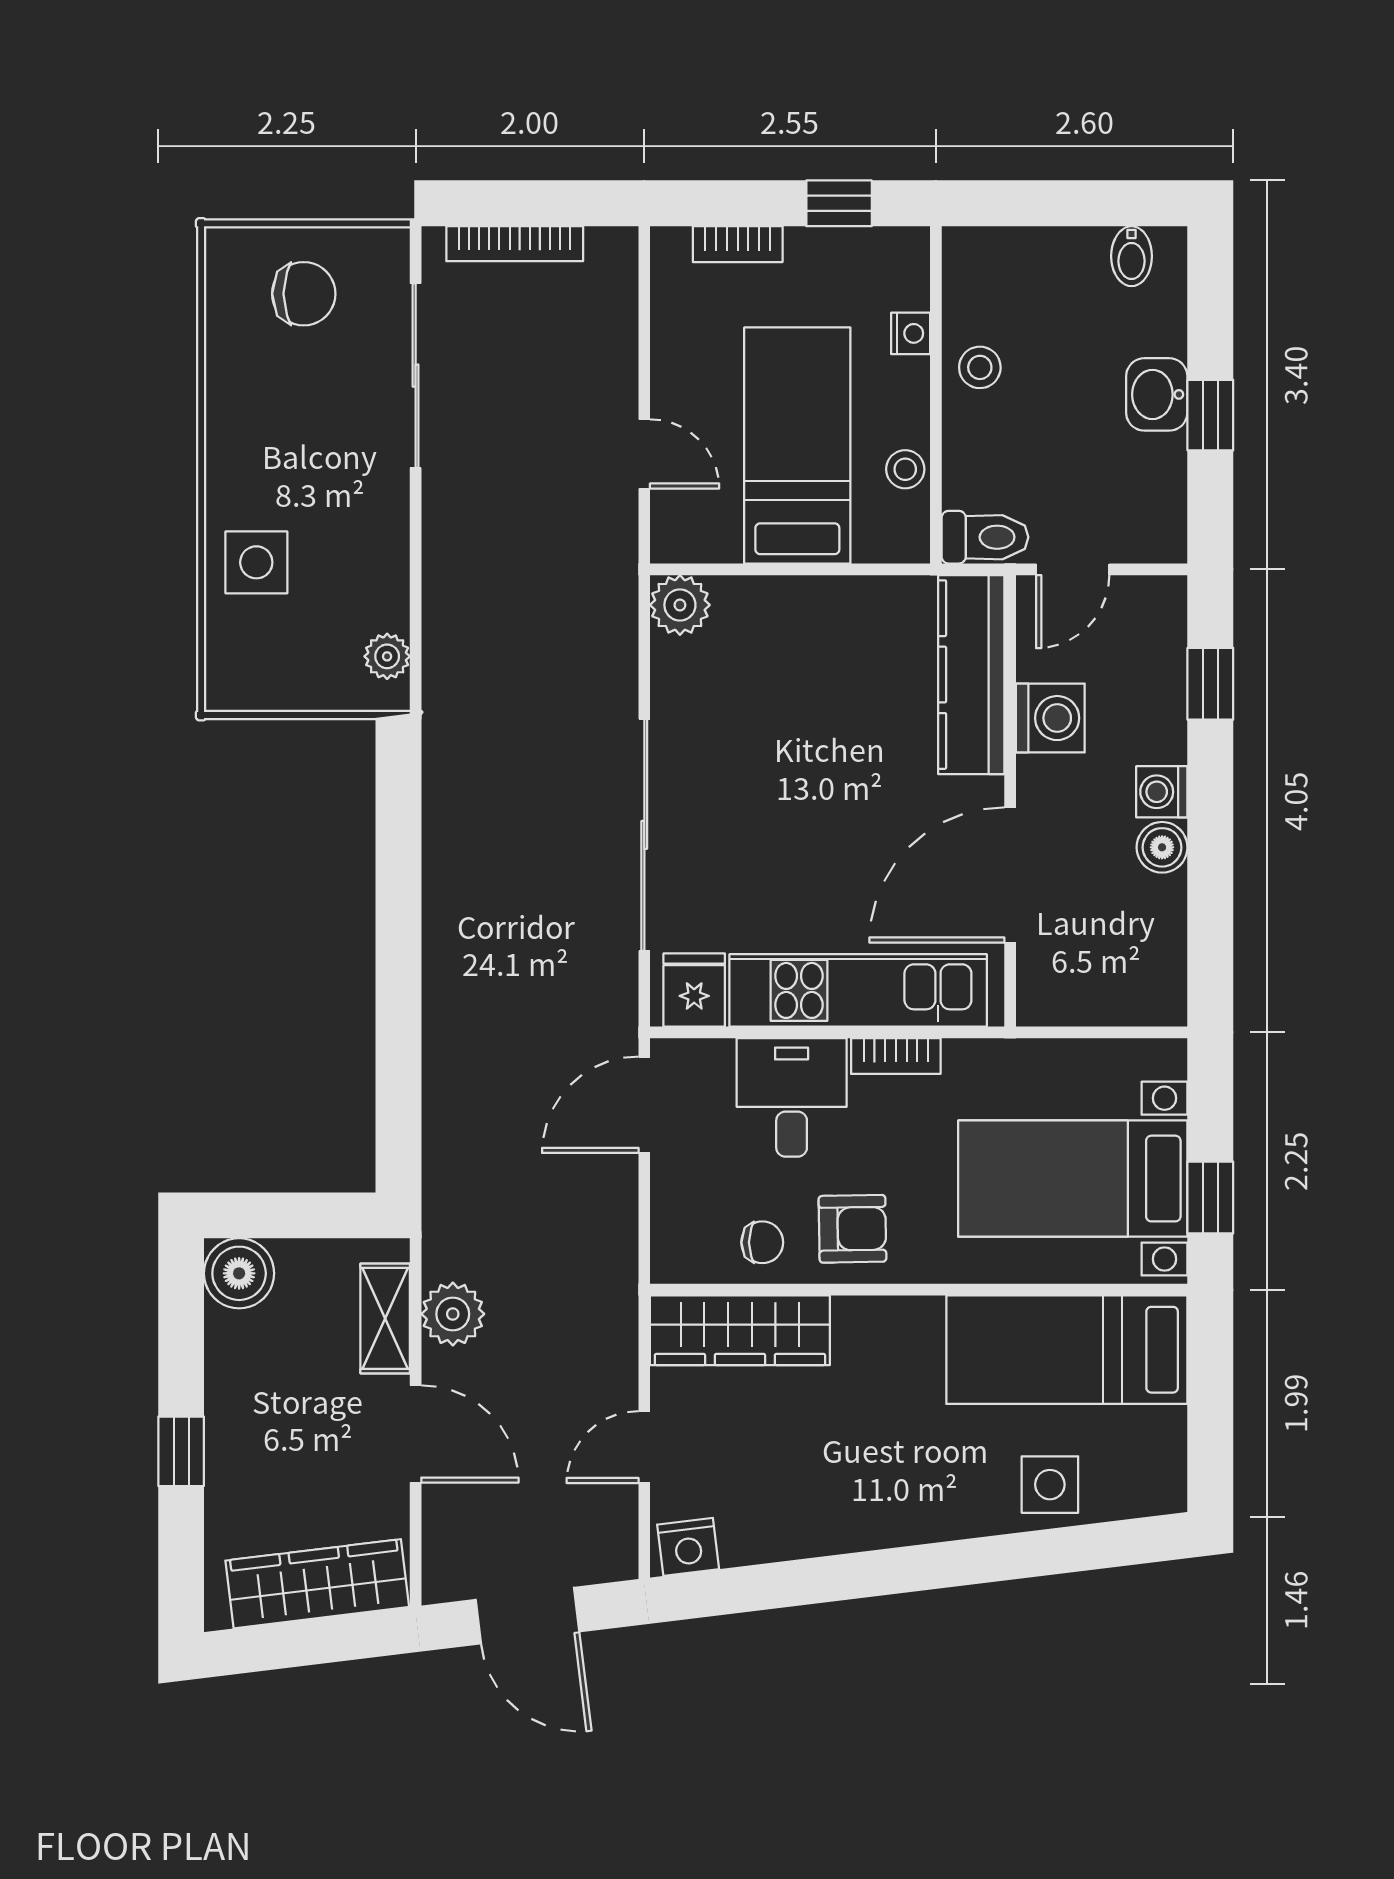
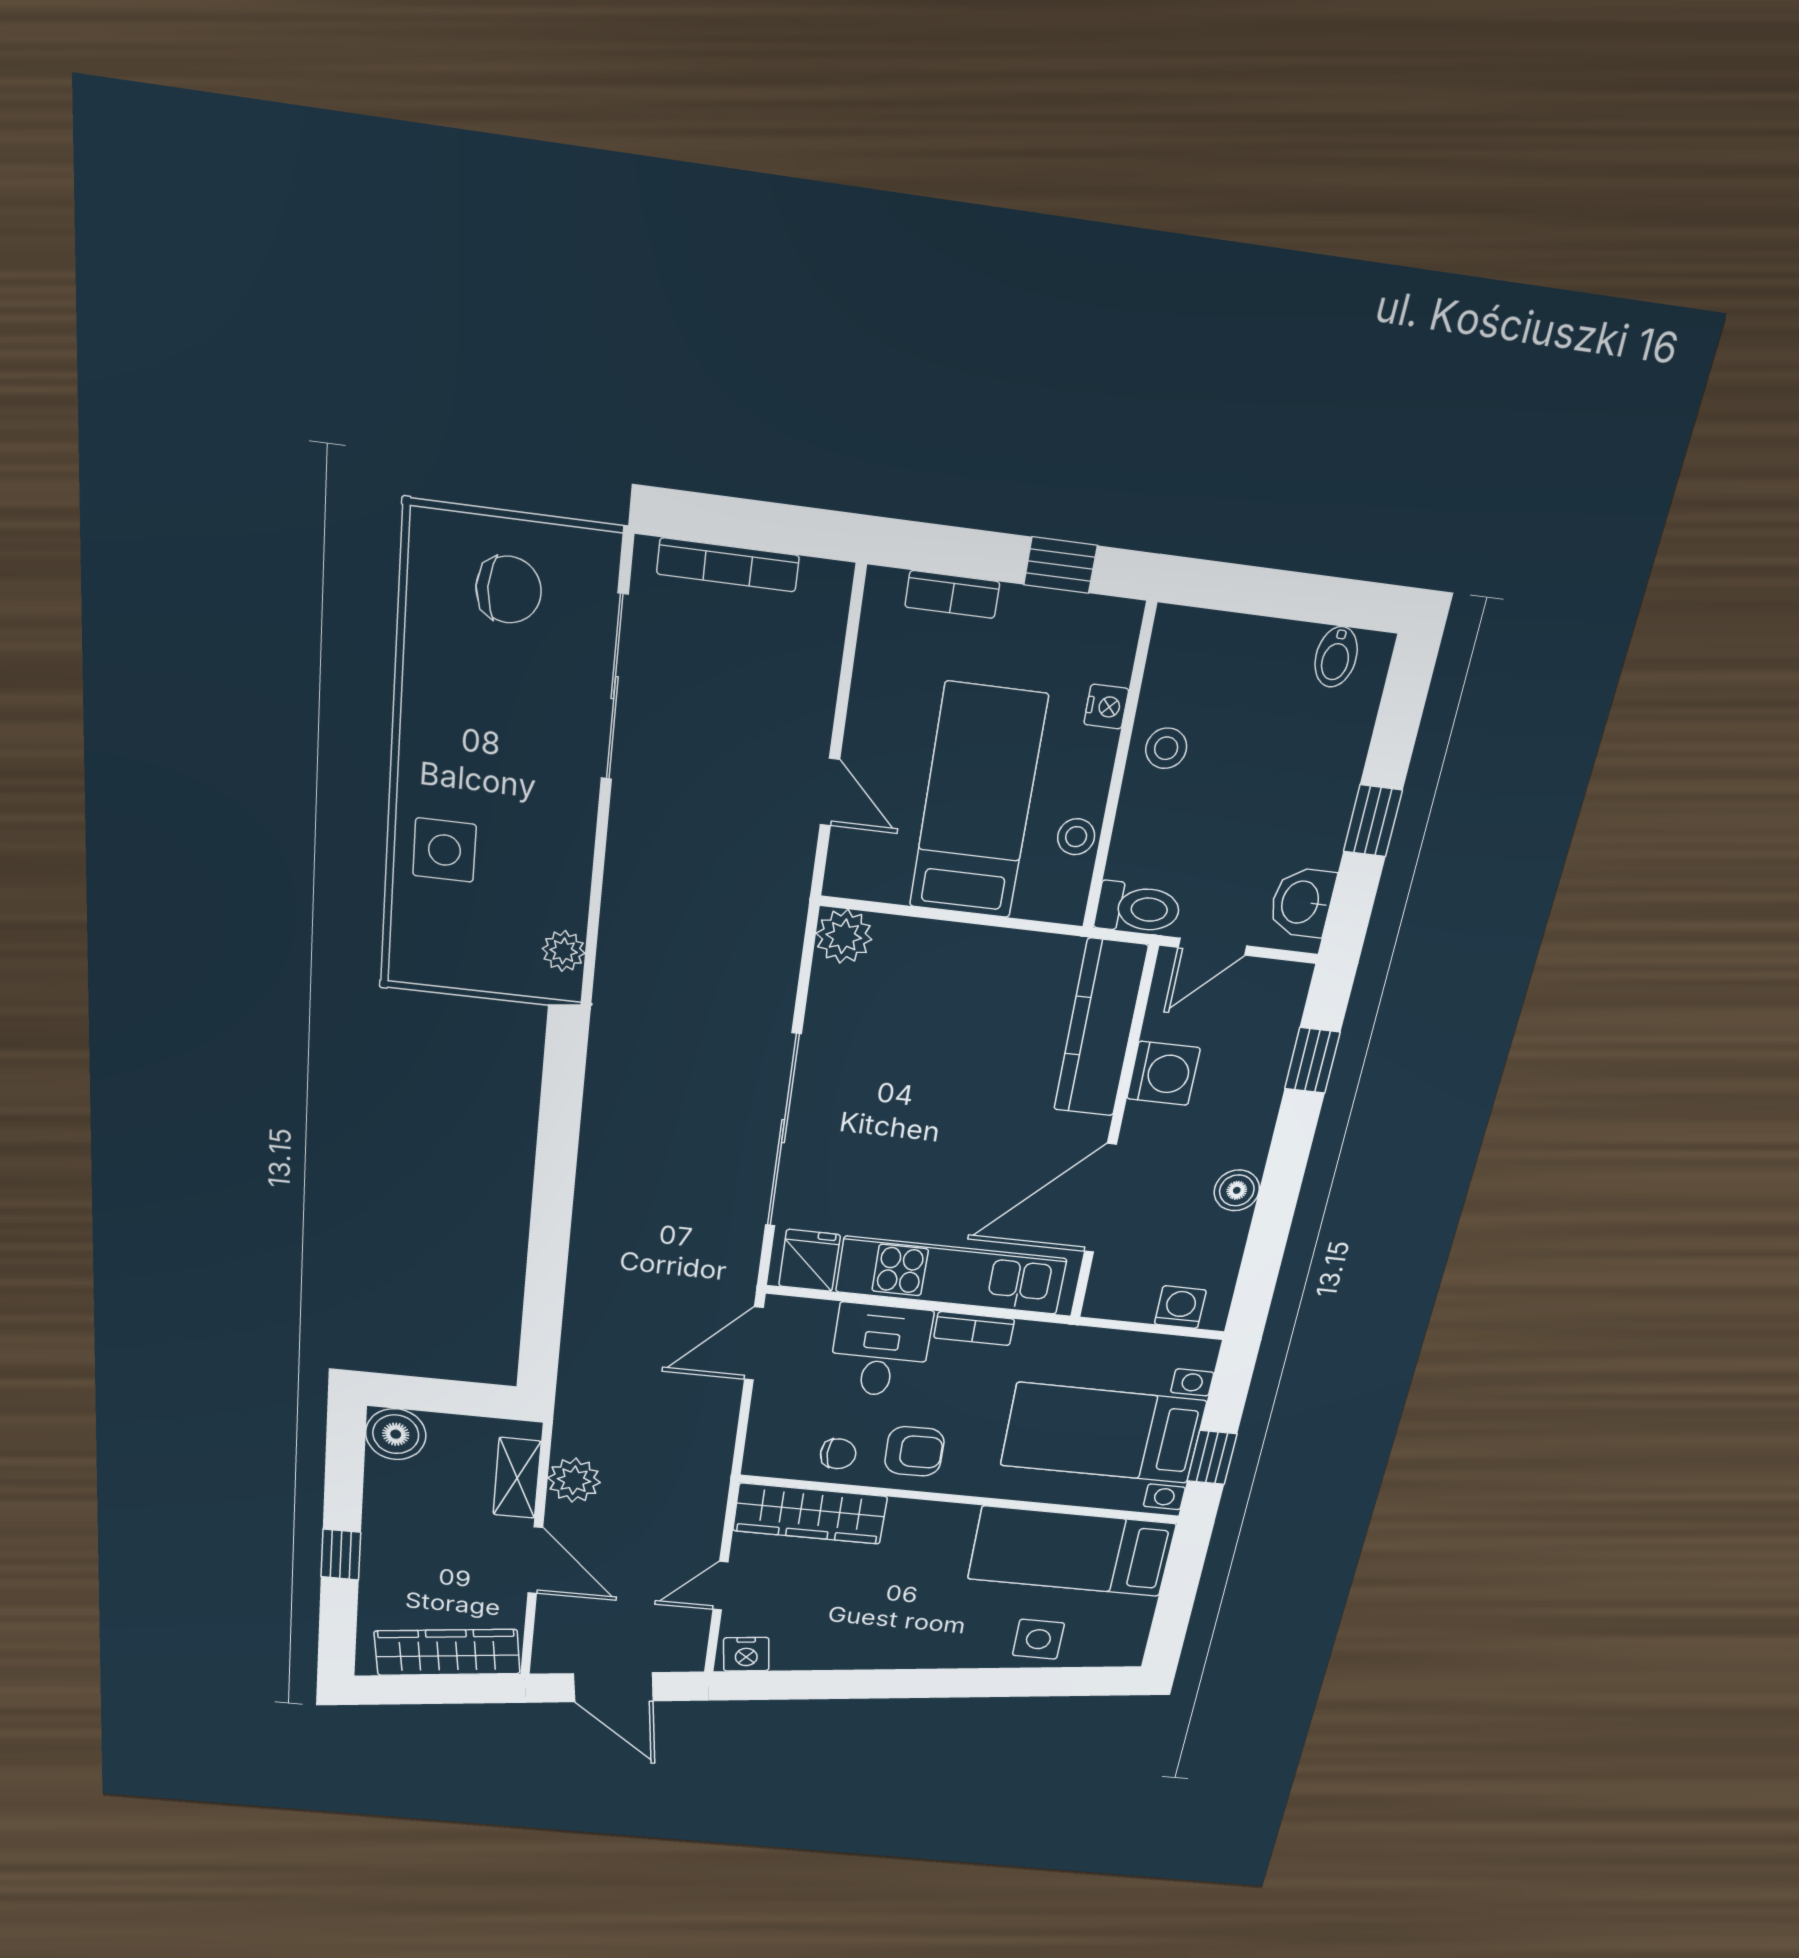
washbasin: (1157, 394) -> (1302, 902), moved
washing machine: (1162, 792) -> (1180, 1307), moved, turned 90

